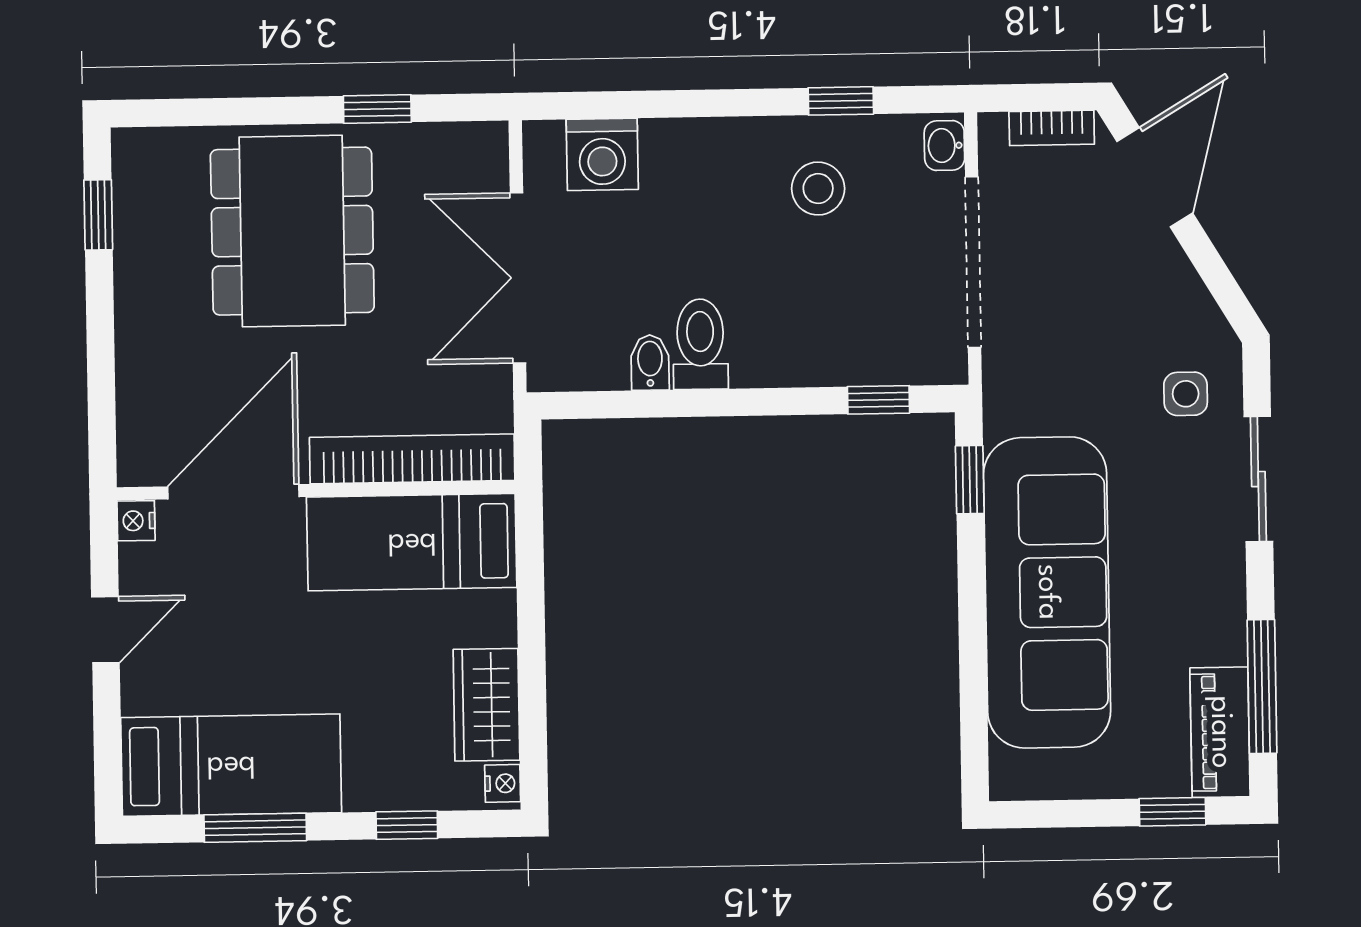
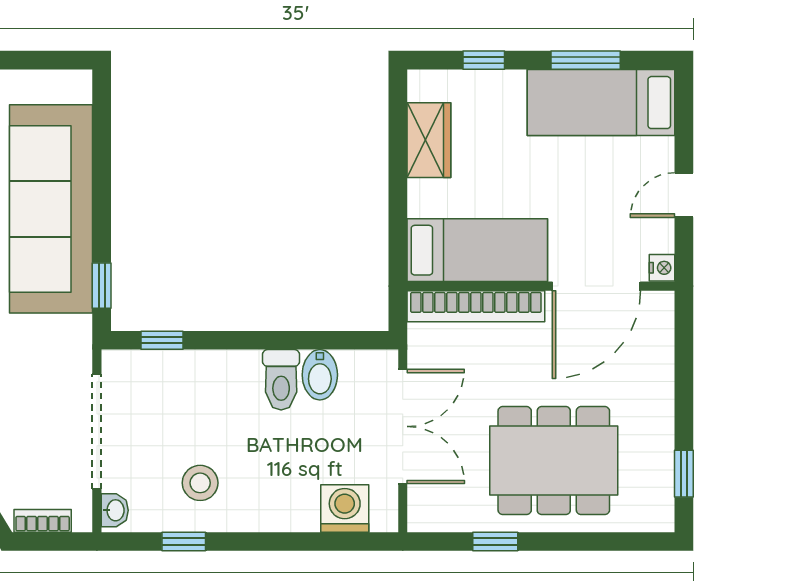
dining table: (292, 231) -> (554, 461), turned 90
bidet: (650, 362) -> (320, 375), width x1.38, depth x1.36
nightstand: (503, 783) -> (419, 87), removed

